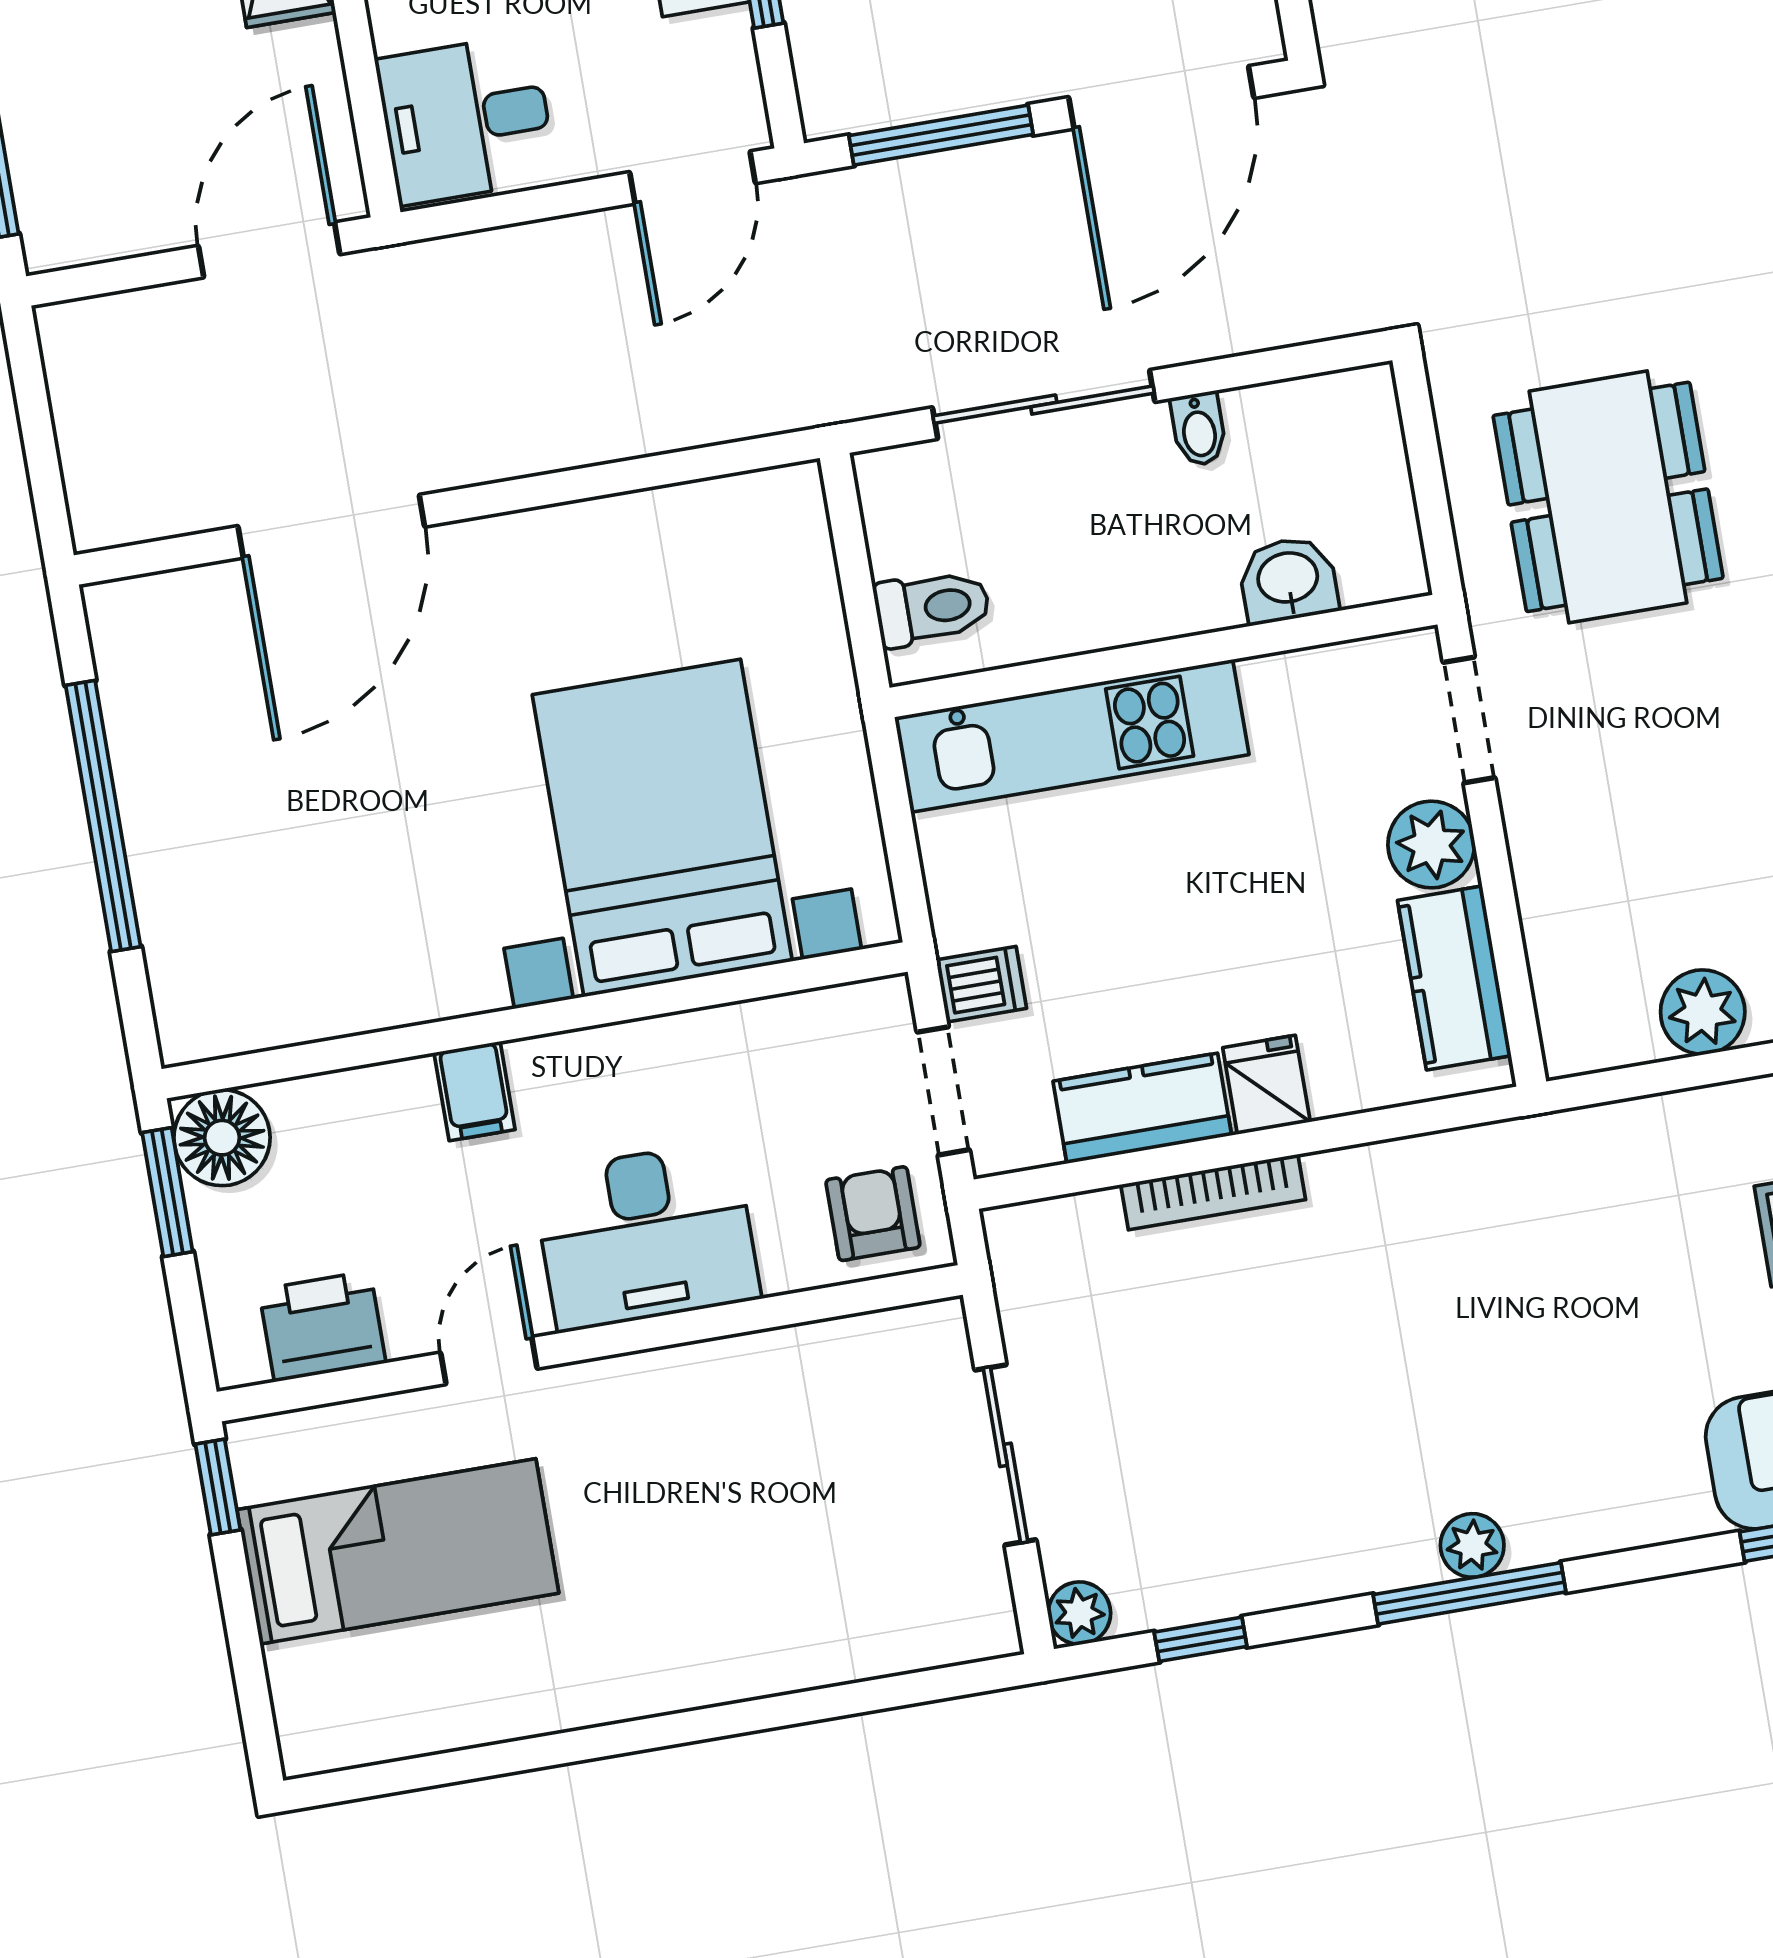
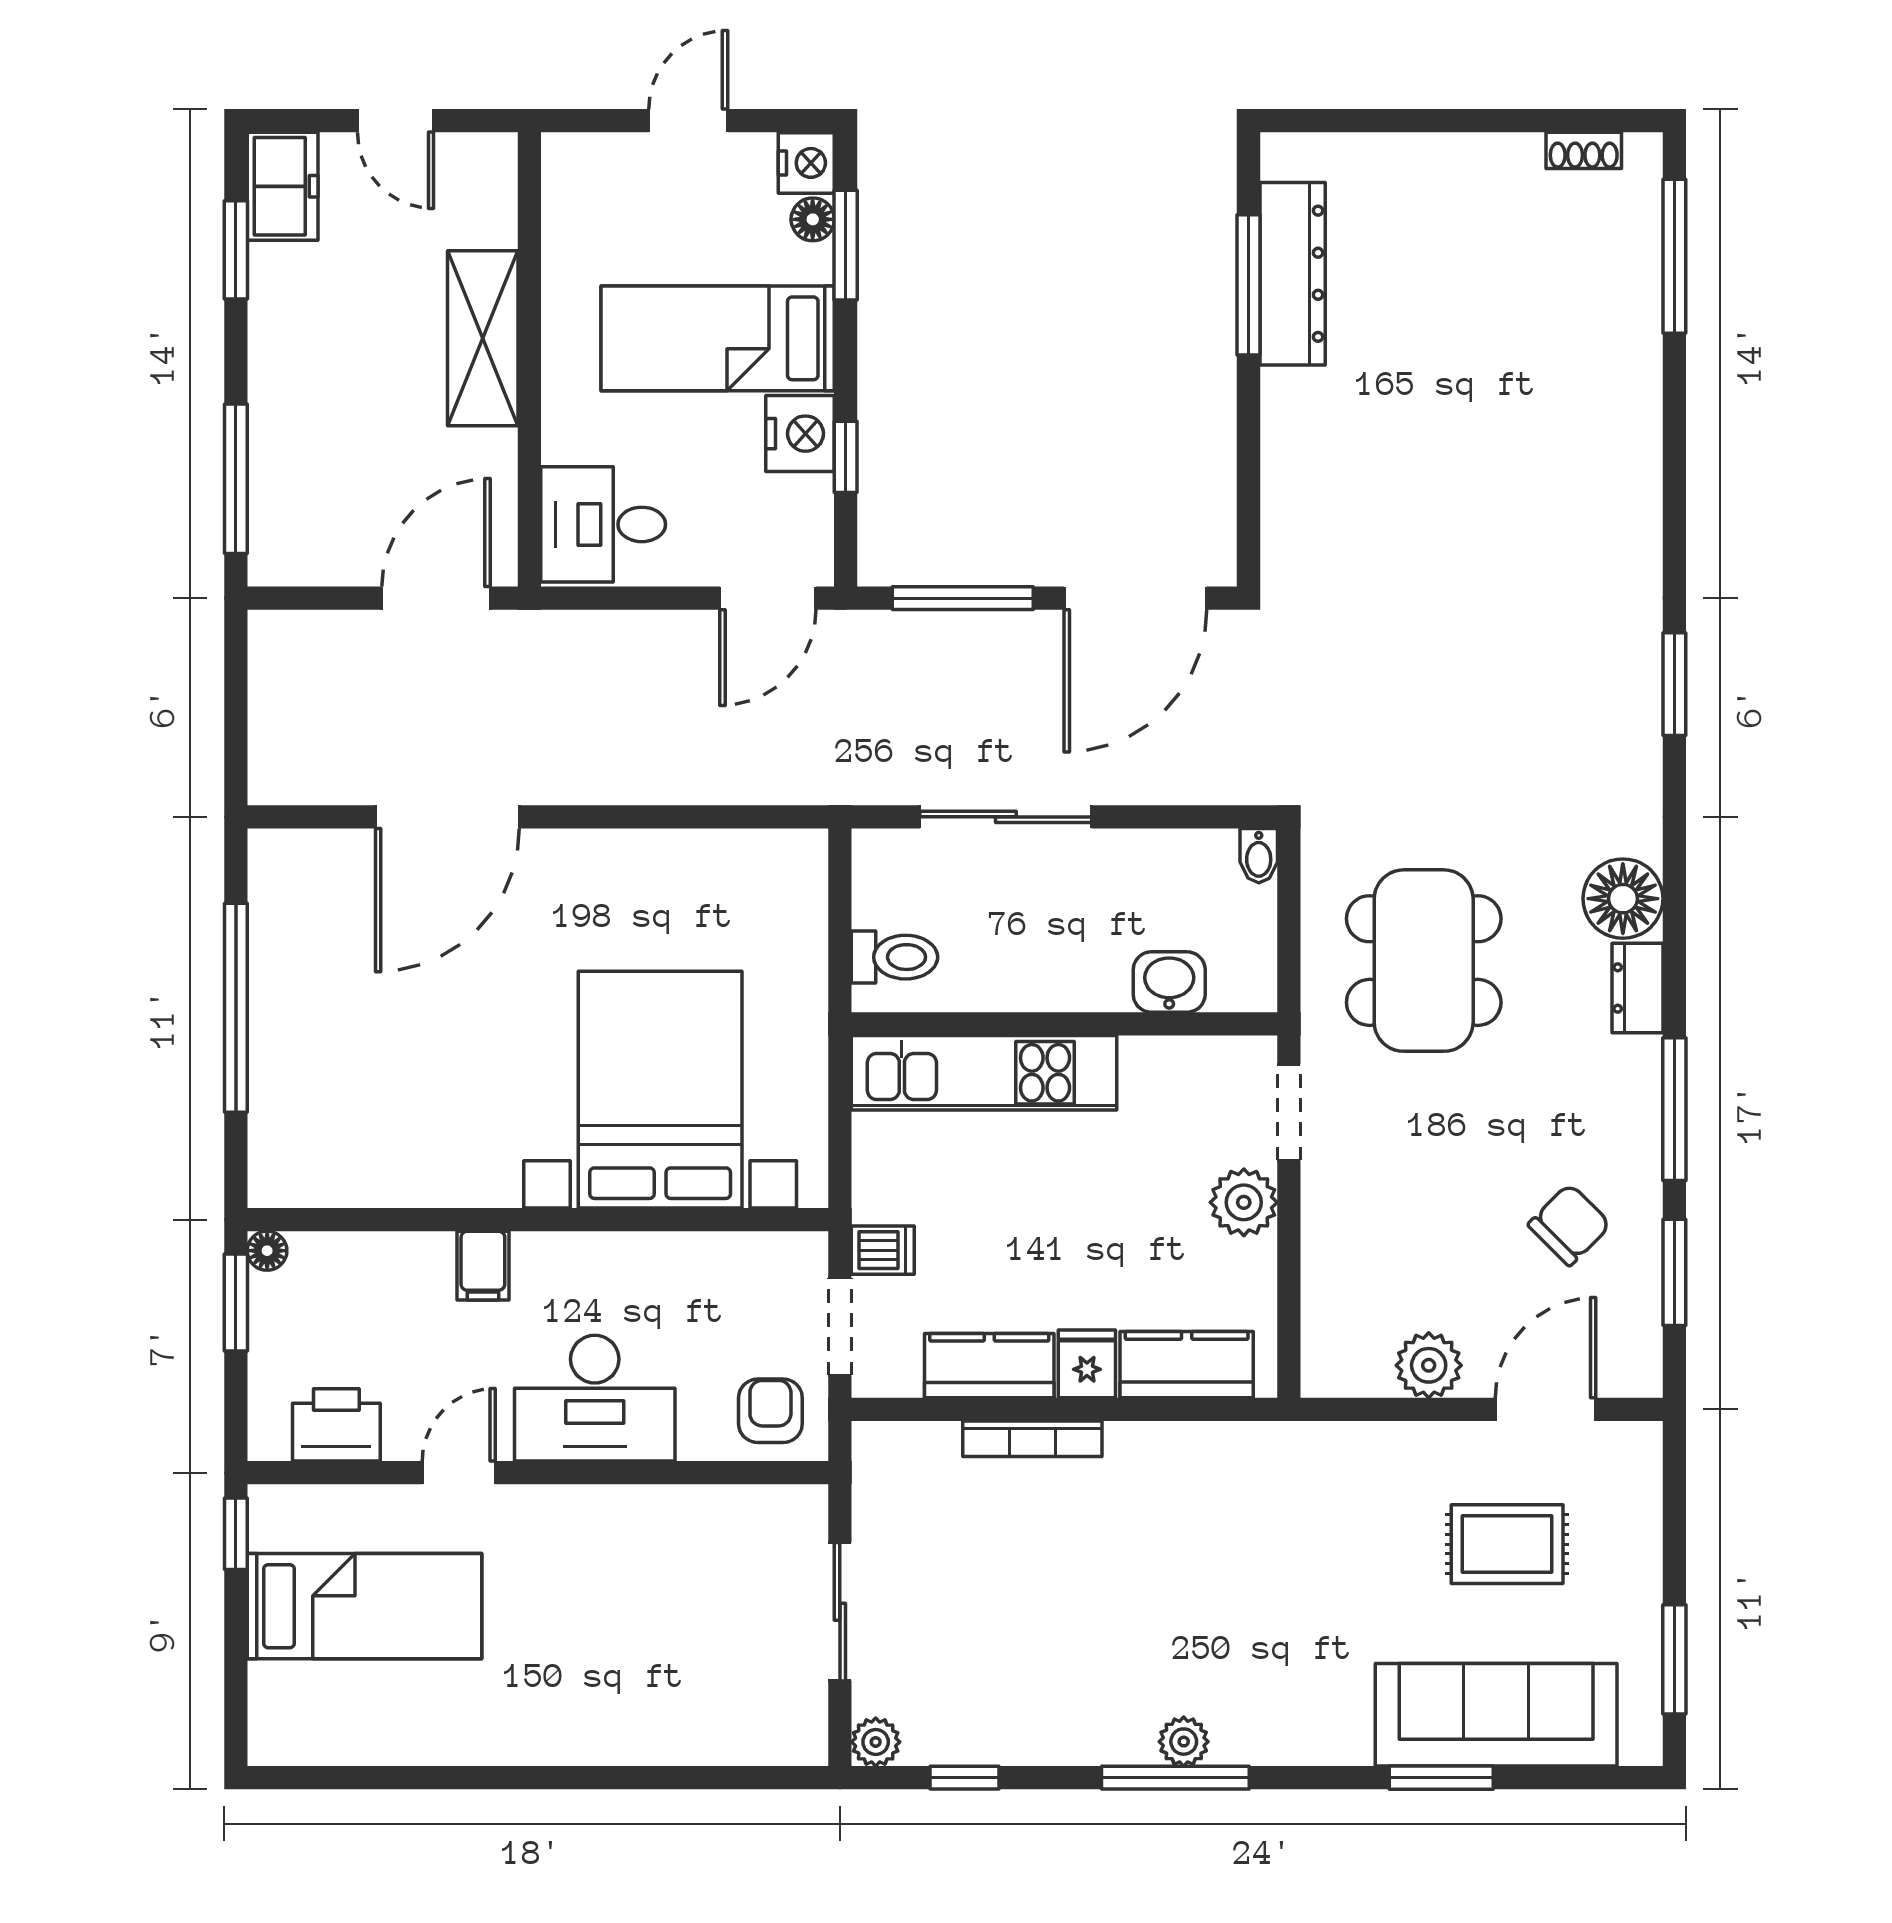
bidet: (1199, 429) -> (1259, 856), moved
kitchen counter: (1454, 978) -> (1187, 1365), moved, turned 90
floor lamp: (222, 1138) -> (267, 1251), width x0.53, depth x0.53

